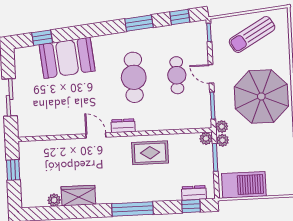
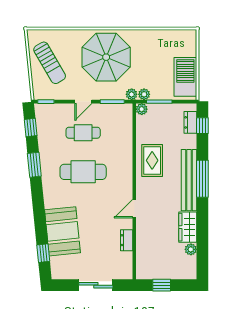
dresser: (123, 126) -> (127, 240), moved
bench: (130, 194) -> (189, 180), added

